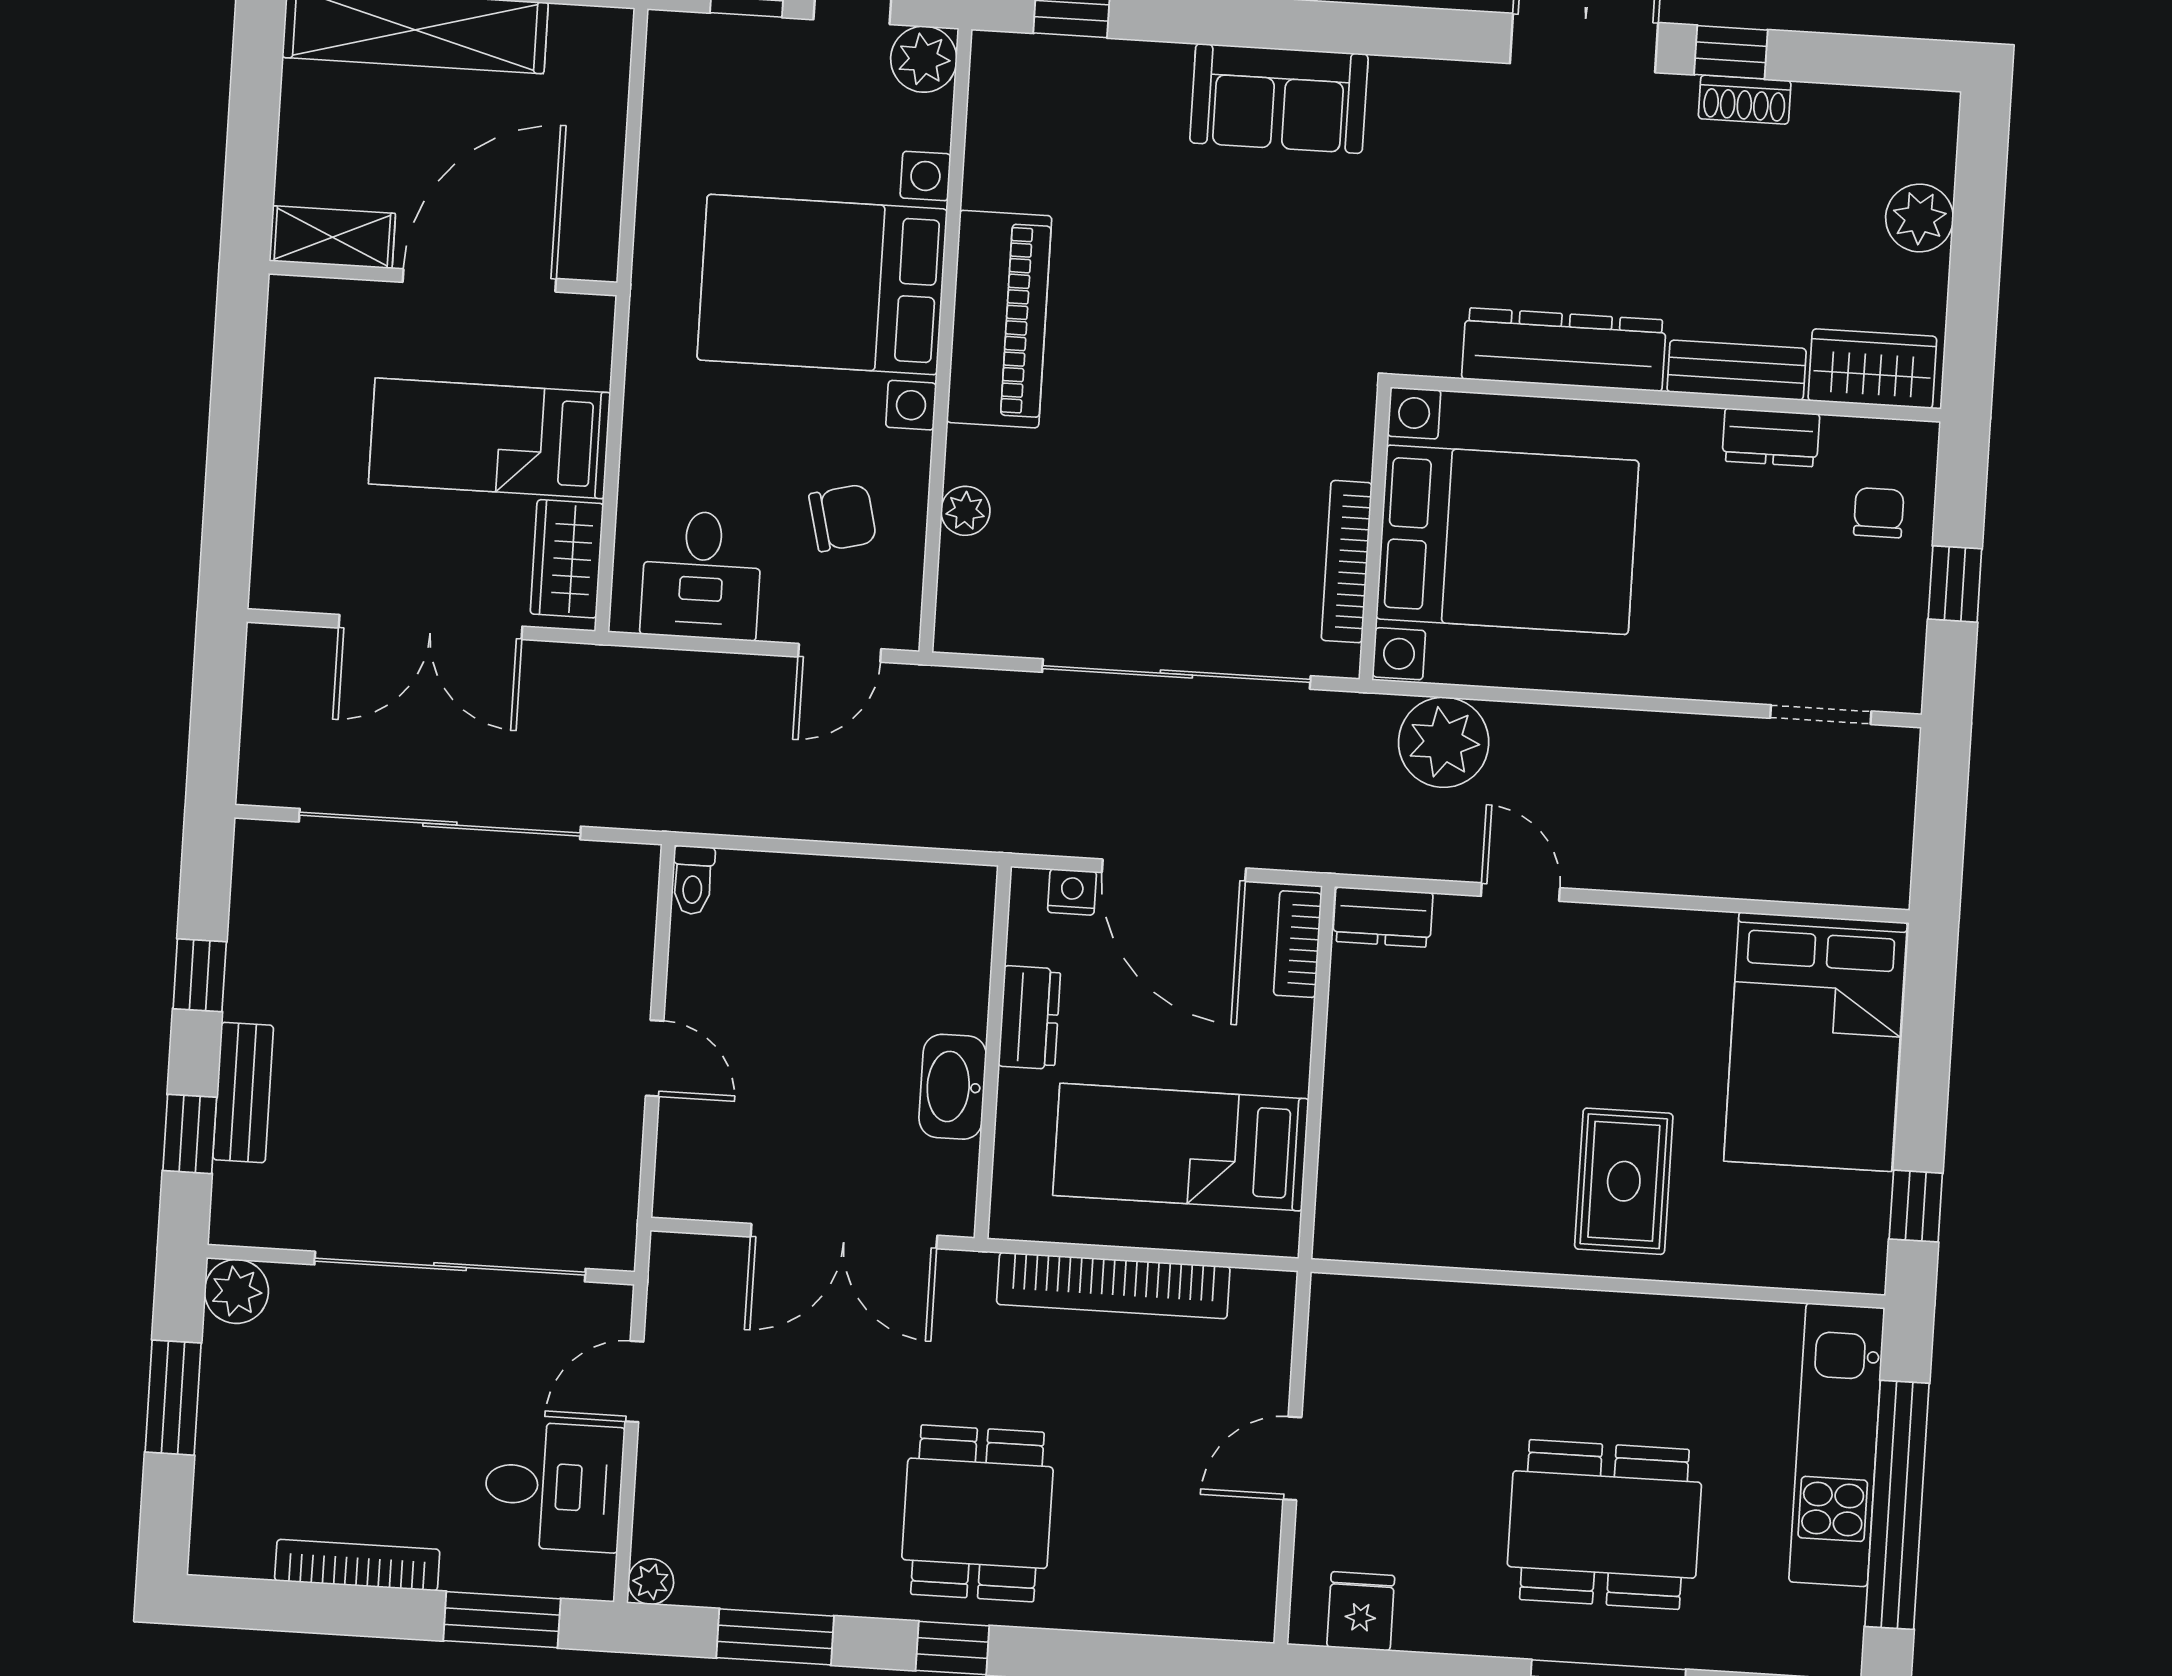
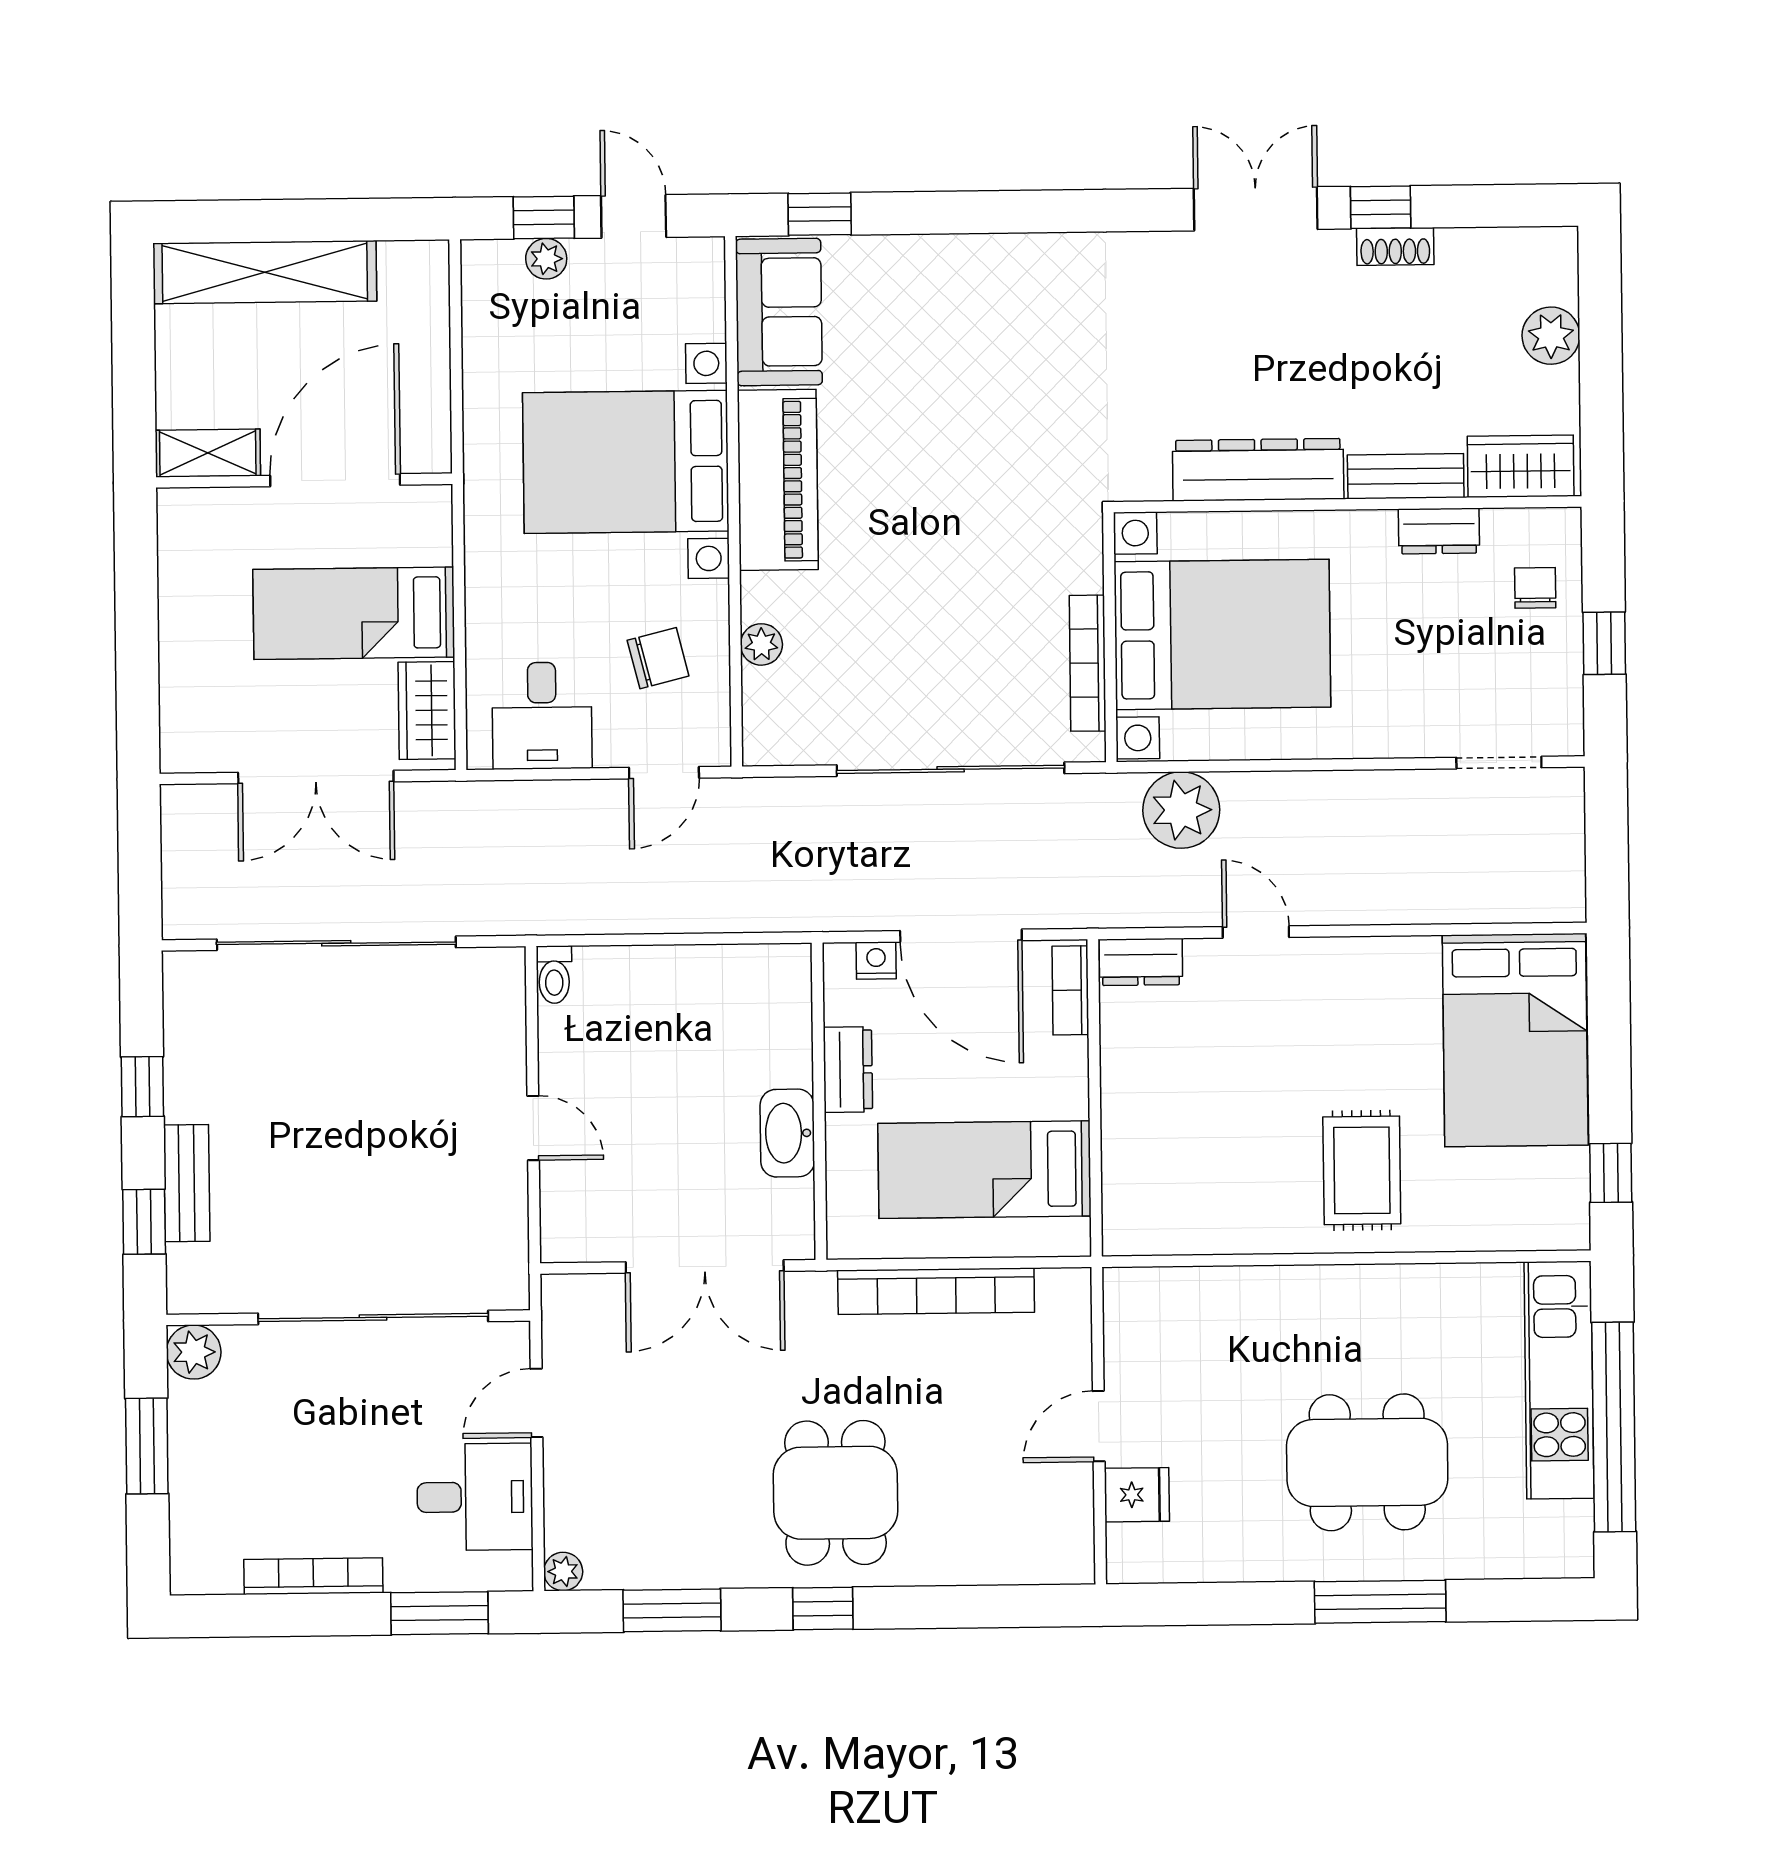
plant: (924, 59) -> (546, 259), moved, width x0.73, depth x0.73
sofa: (1279, 98) -> (779, 312), moved, turned -90
fridge: (1361, 1611) -> (1137, 1495), moved, turned 90

